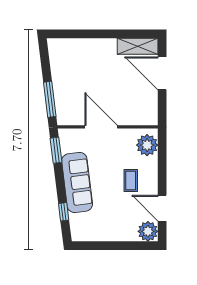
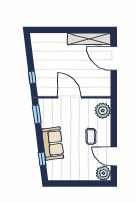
shelving: (138, 46) -> (89, 39), width x1.47
window: (50, 99) -> (32, 77), width x0.46
sofa: (77, 182) -> (53, 143), width x0.73

